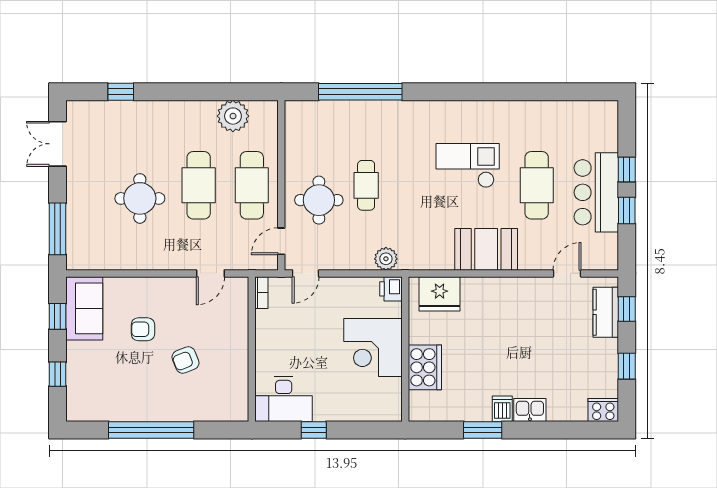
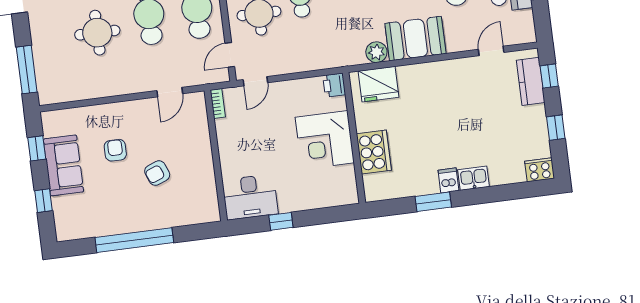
plant: (386, 259) -> (376, 52), moved
sofa: (84, 308) -> (63, 165), moved
armchair: (143, 329) -> (115, 150), turned 90

